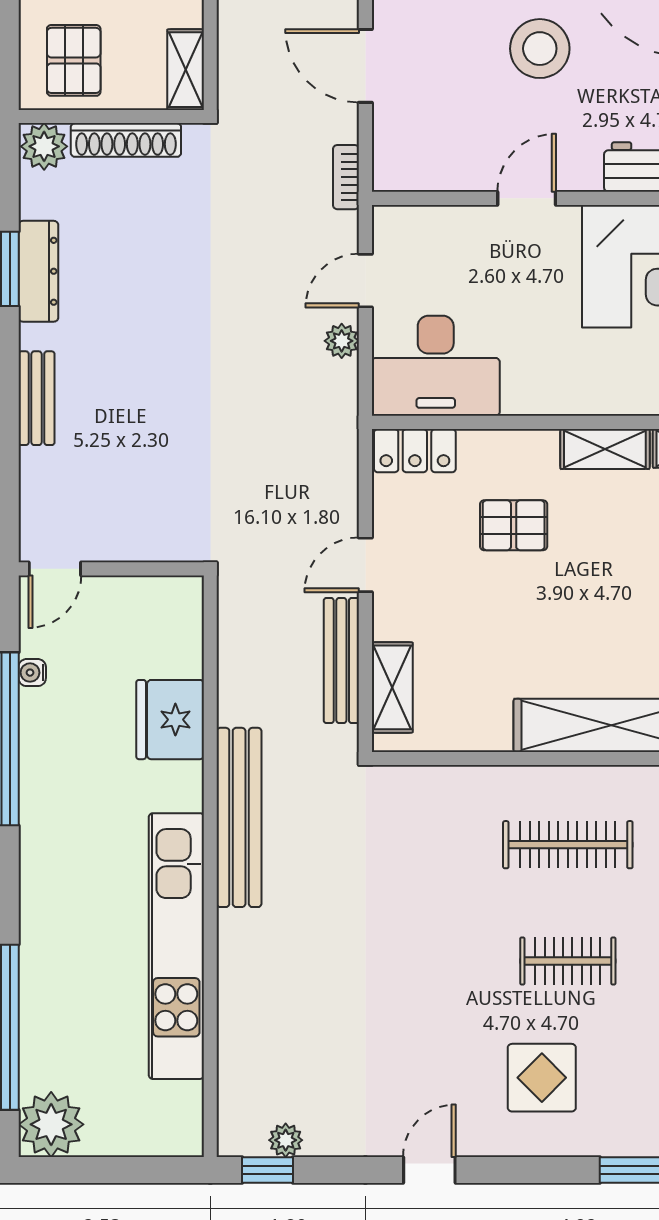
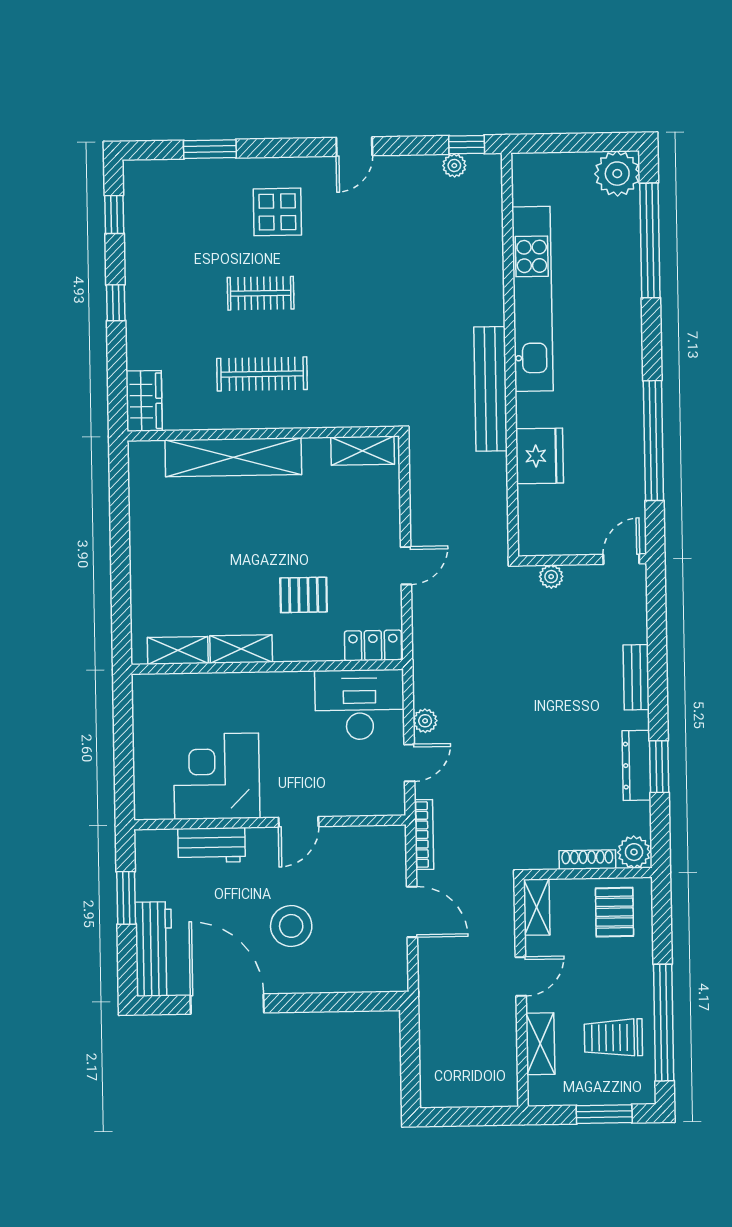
shoe rack: (126, 140) -> (587, 860), width x0.74, depth x0.81
bookcase: (346, 177) -> (424, 834), width x1.56
plant: (156, 546) -> (551, 577), added
bench: (341, 661) -> (421, 499), removed
water cooler: (32, 673) -> (636, 487), removed
shelving: (392, 687) -> (363, 451), moved, turned 90

